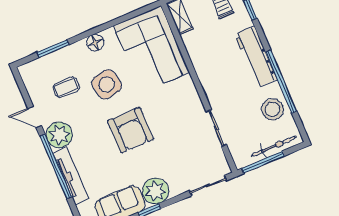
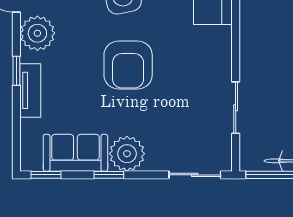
window: (56, 167) -> (16, 71), width x0.32
tv unit: (71, 176) -> (30, 90), width x0.71

